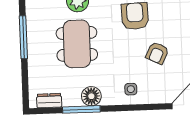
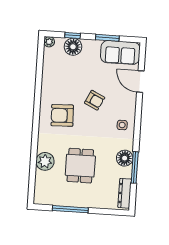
dining table: (77, 44) -> (80, 166), width x0.73
dresser: (49, 101) -> (125, 193), width x1.44

